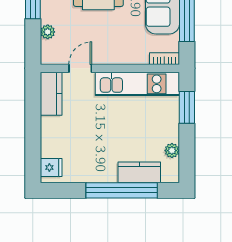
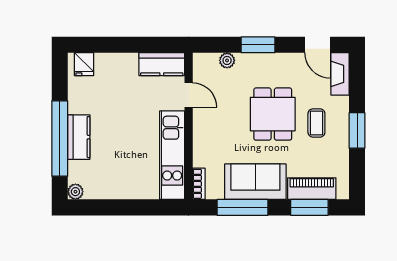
window: (187, 107) -> (147, 207), removed
plant: (172, 151) -> (75, 192), moved
kitchen counter: (139, 172) -> (79, 137), moved

